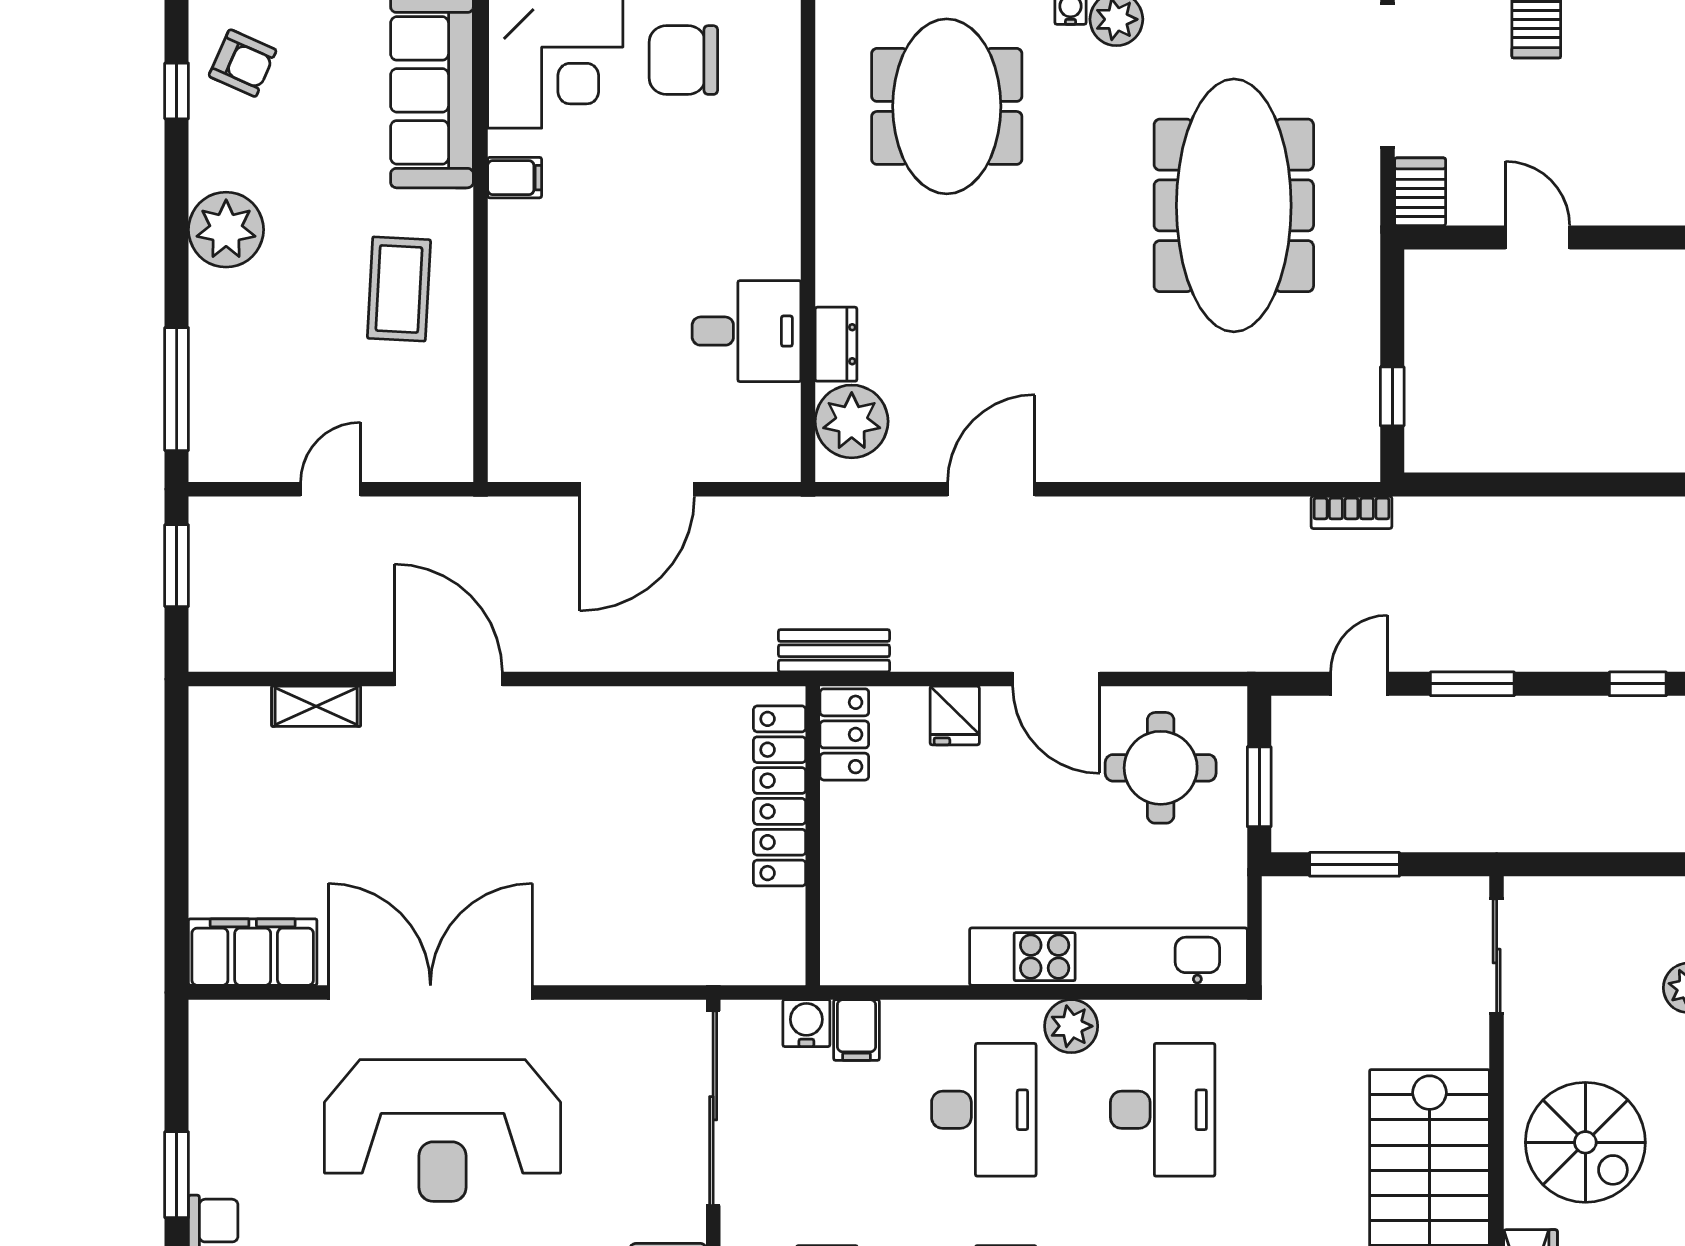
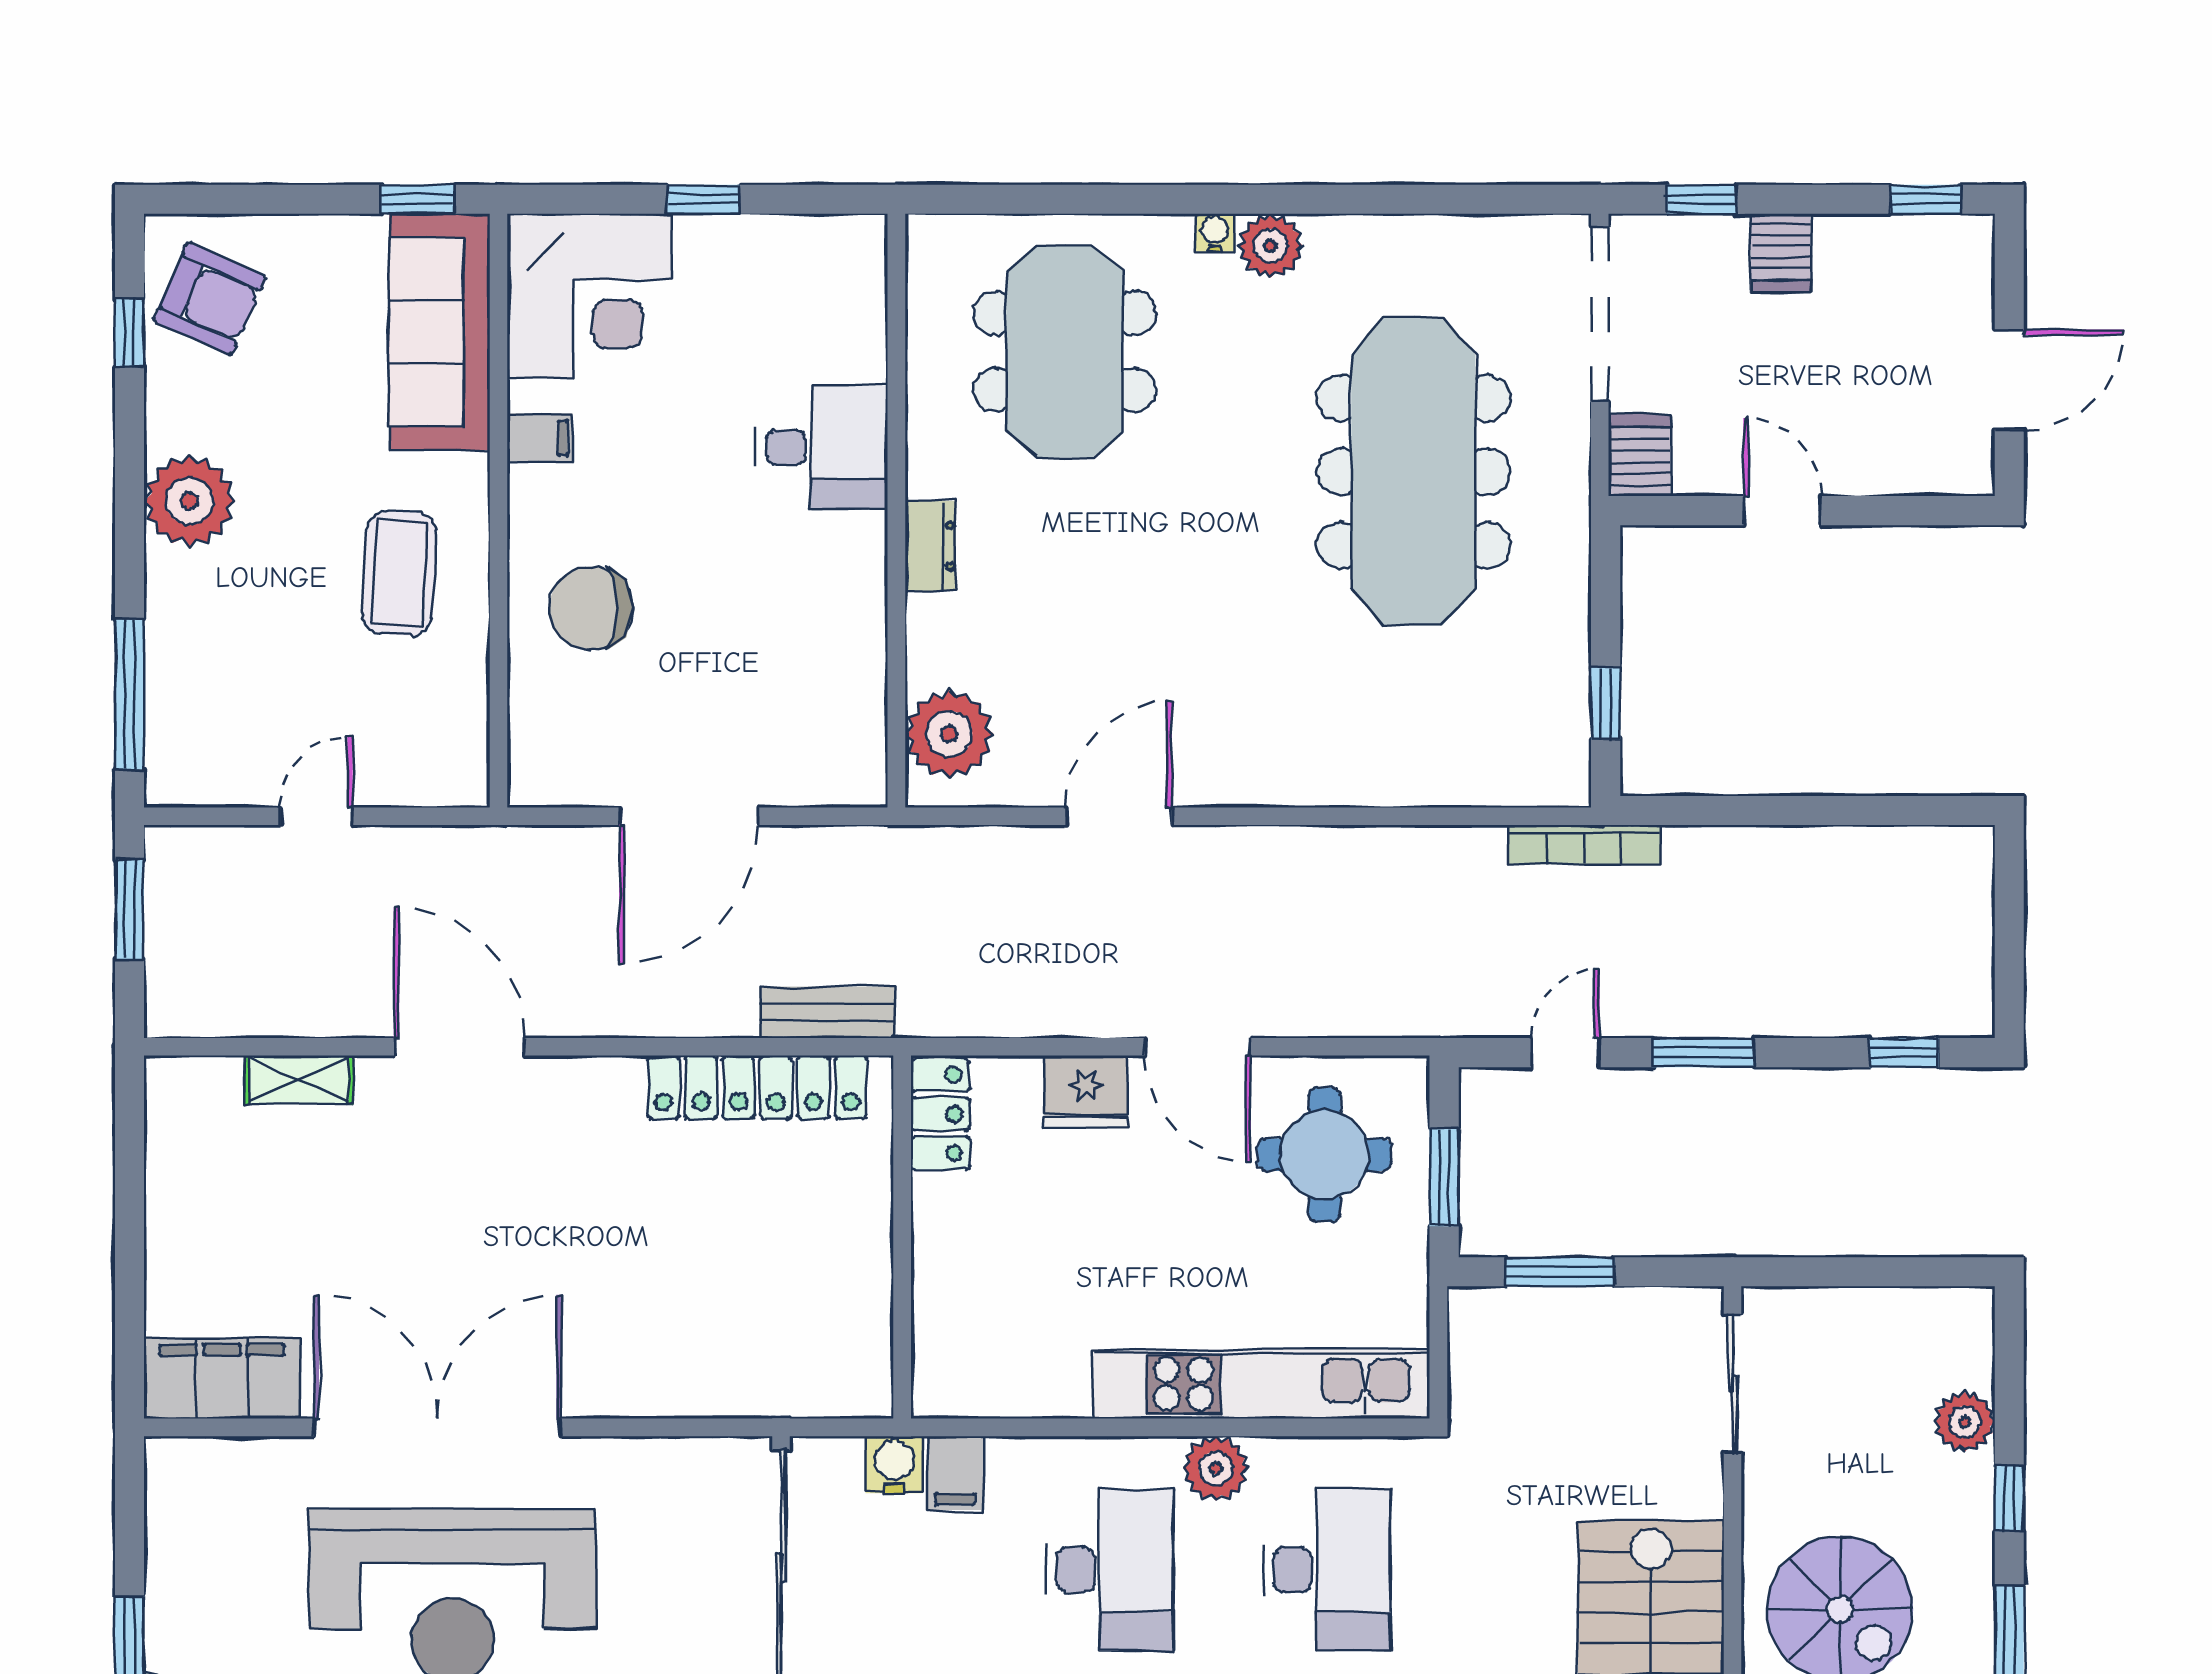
chair: (683, 60) -> (591, 608), moved
armchair: (243, 63) -> (210, 299), width x1.38, depth x1.38
desk: (747, 331) -> (822, 447), moved
dresser: (836, 344) -> (930, 546), moved
bookcase: (1351, 512) -> (1584, 844), width x1.56
bench: (834, 651) -> (827, 1012), moved
fridge: (955, 716) -> (1086, 1091), width x1.38
locker: (780, 796) -> (757, 1087), moved, turned -90

